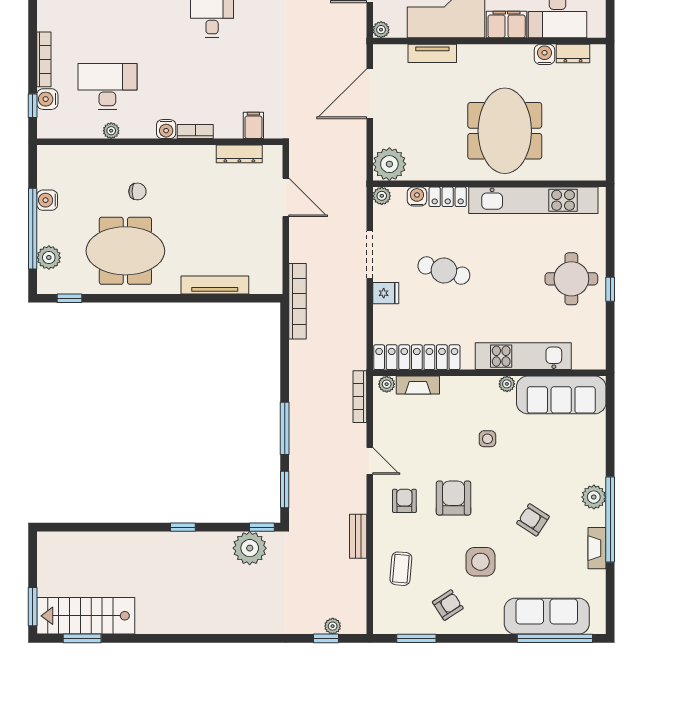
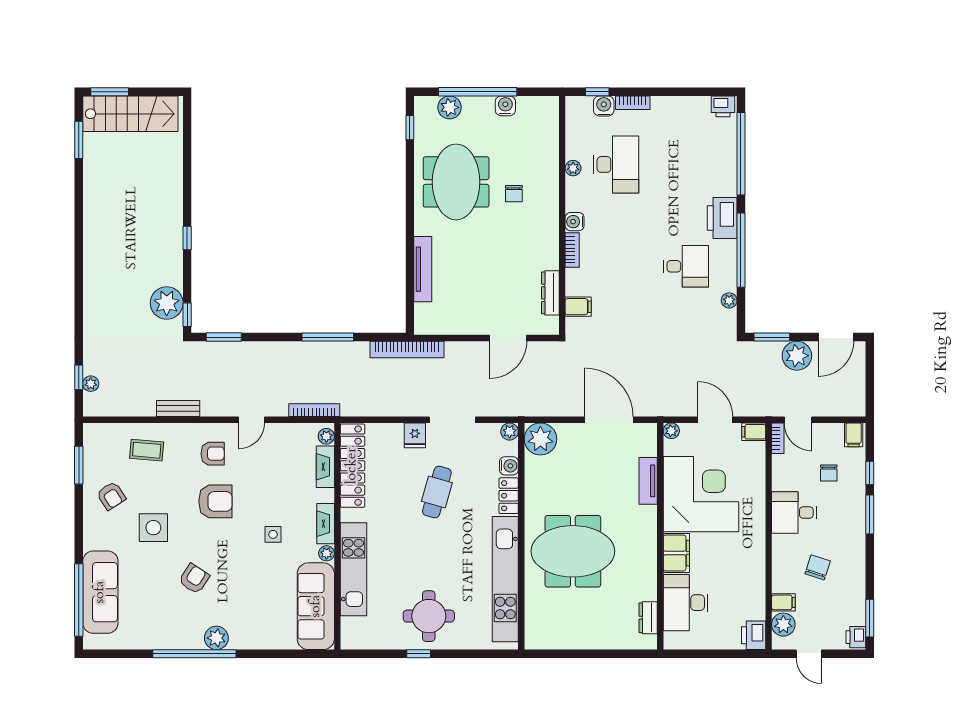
water cooler: (545, 54) -> (647, 590), removed
bookcase: (44, 59) -> (633, 103), width x0.64
window: (285, 428) -> (328, 337), moved
fireplace: (597, 548) -> (326, 524), moved, turned -90
stairs: (86, 616) -> (130, 114), moved, turned 90

